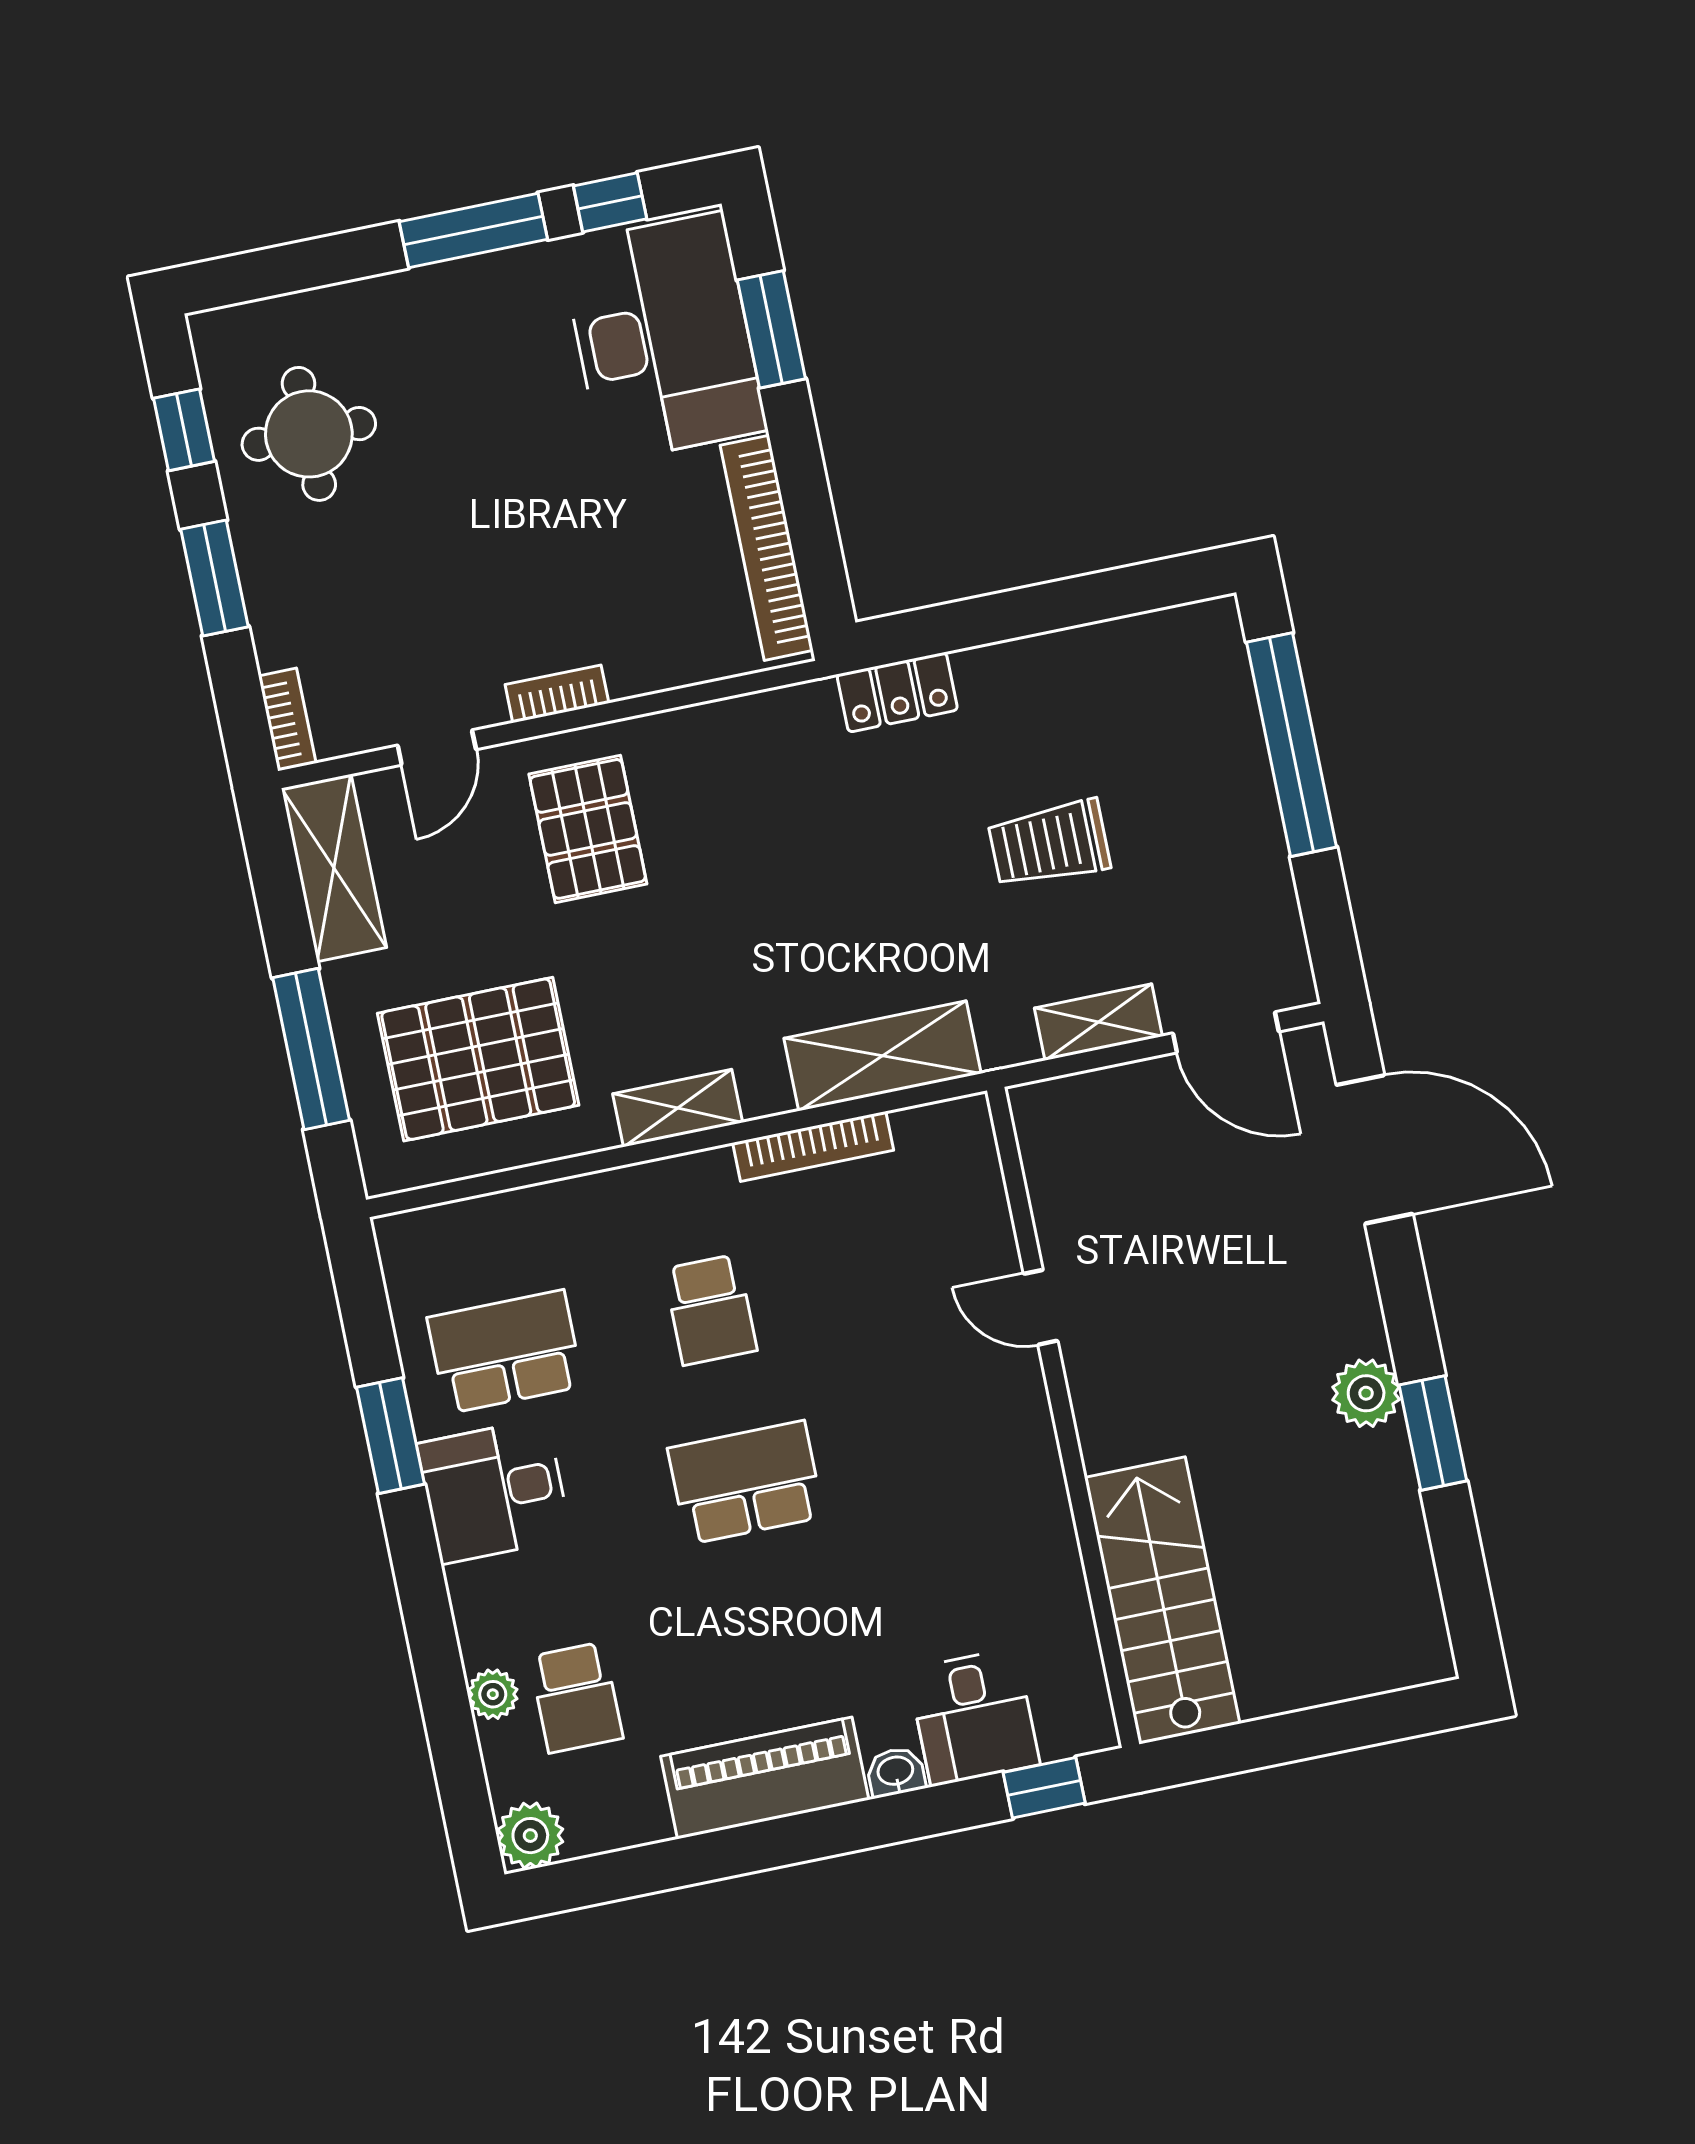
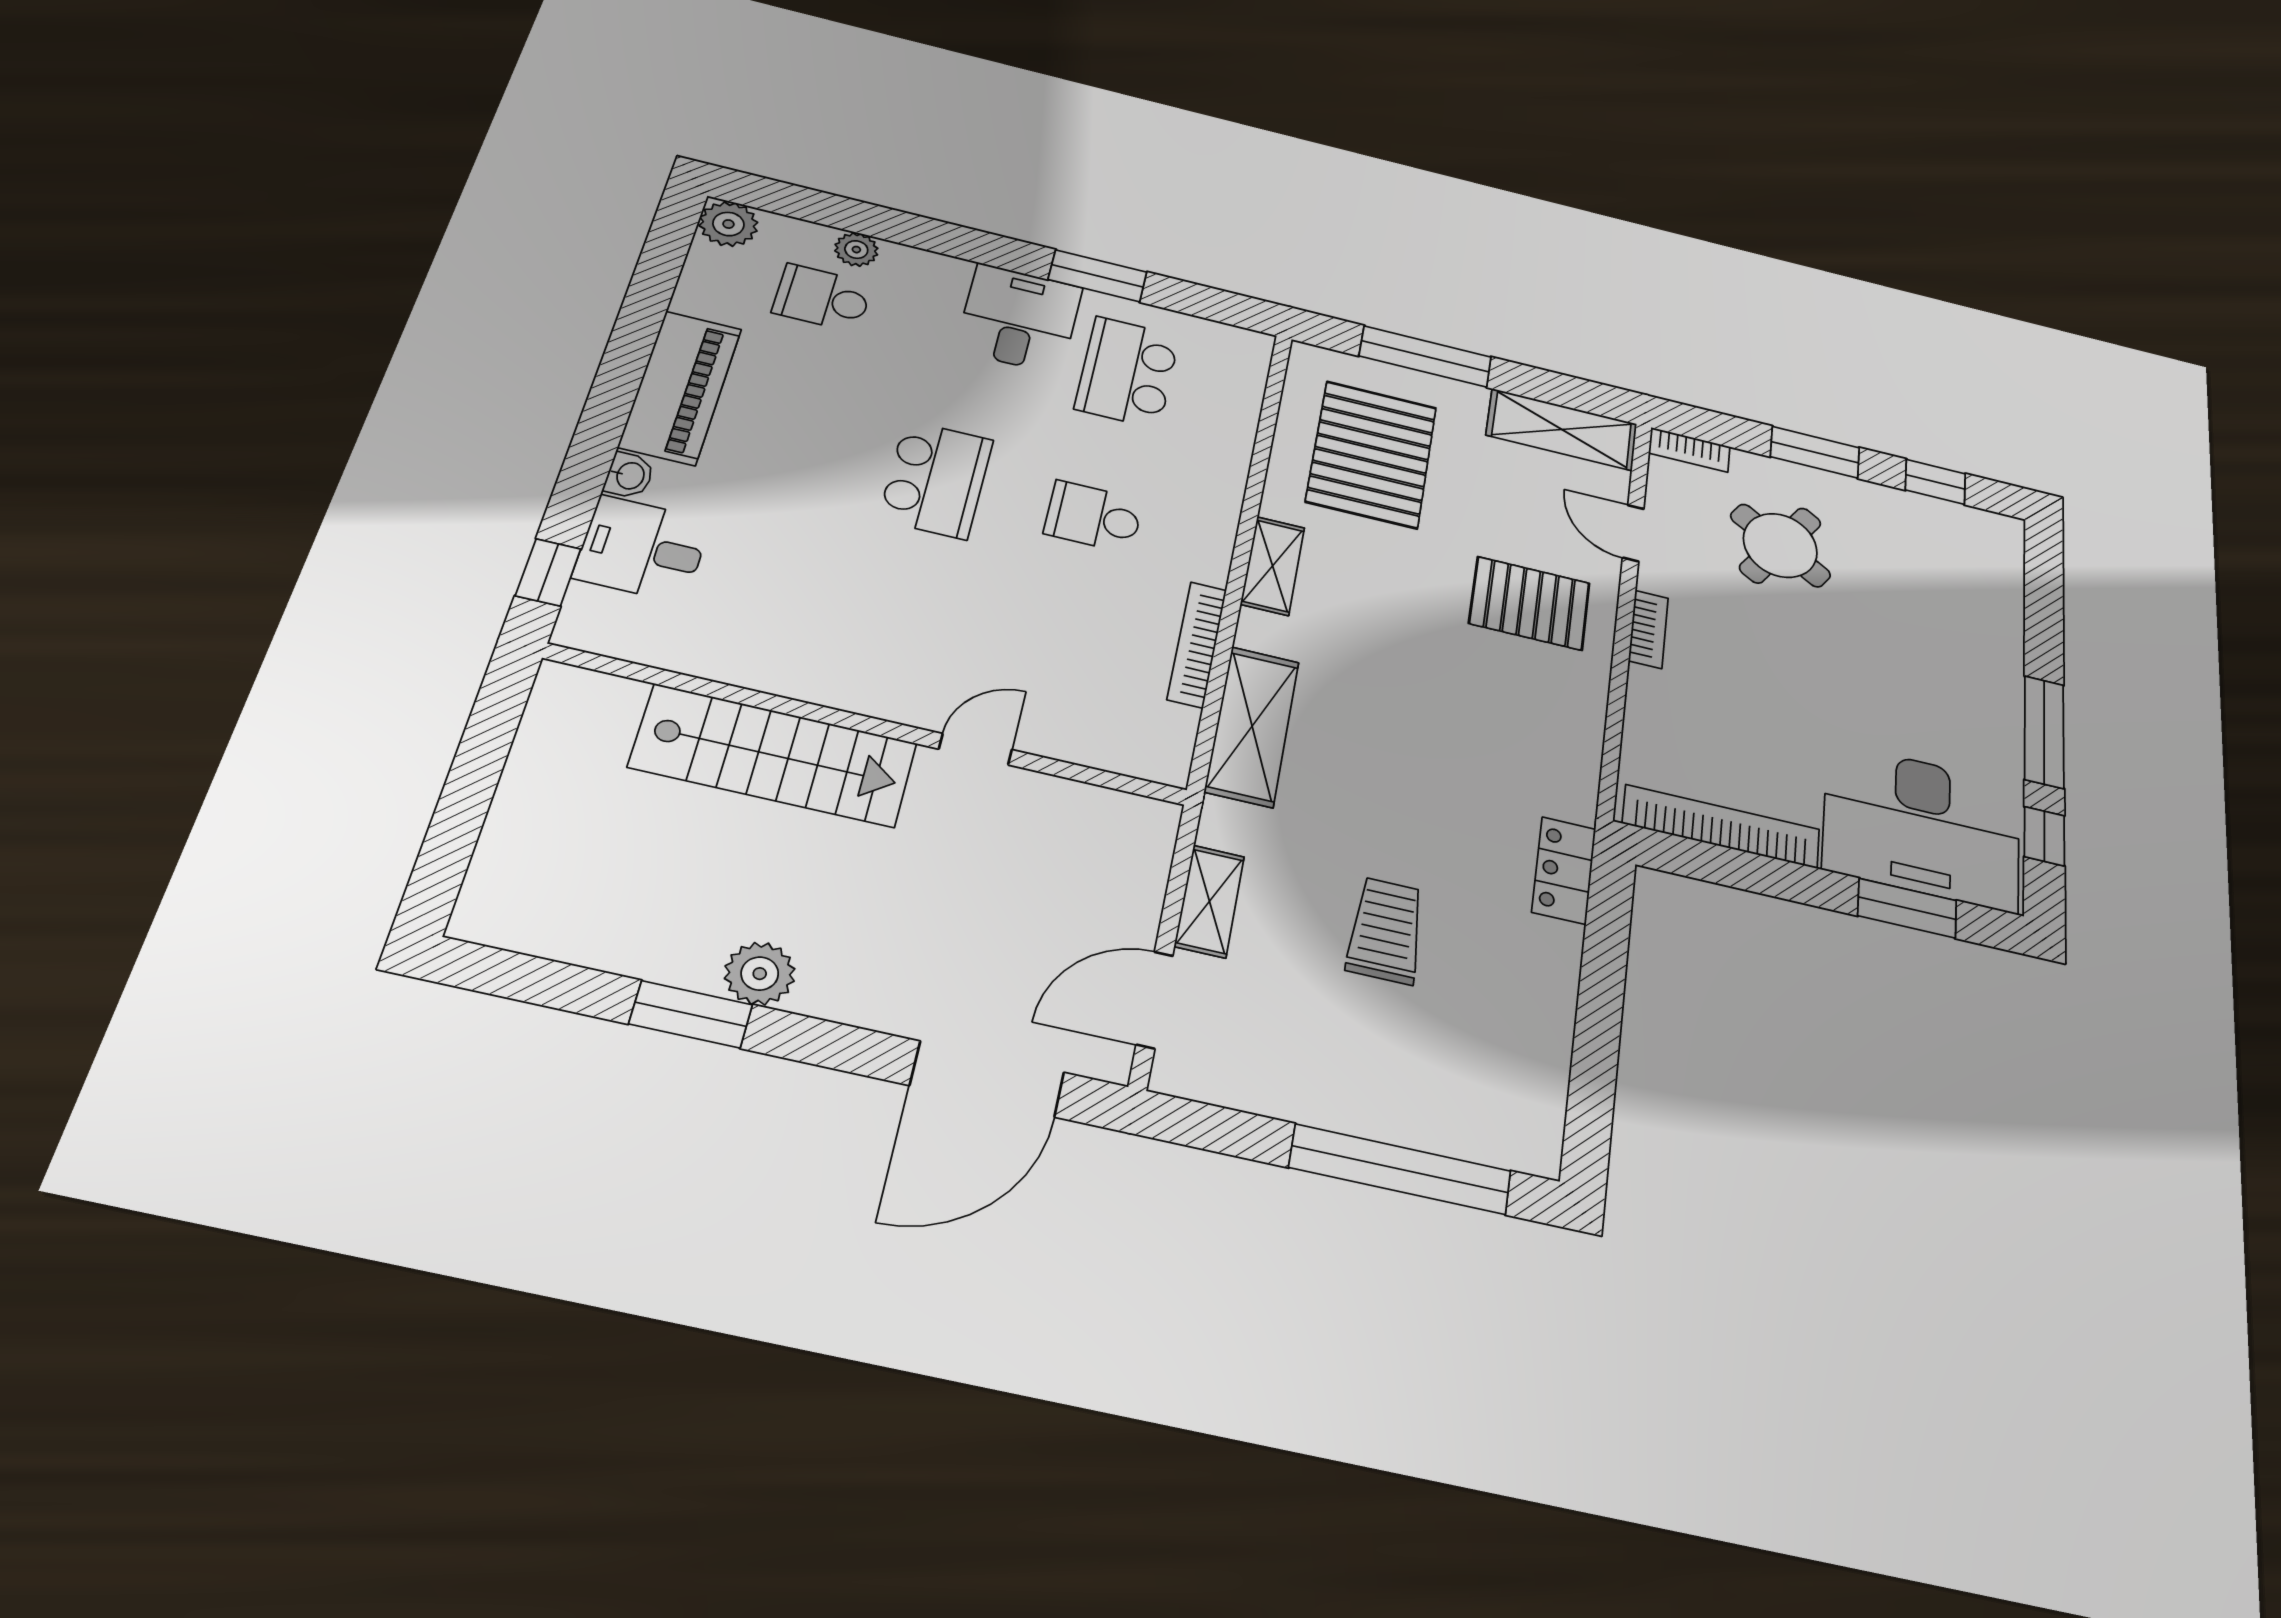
round table: (309, 434) -> (1780, 545), moved, turned 33
school desk: (505, 1352) -> (1127, 372), turned 180
stairs: (1162, 1601) -> (774, 755), moved

